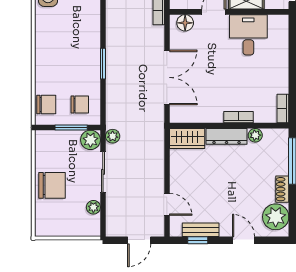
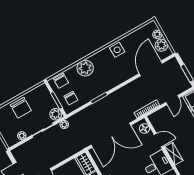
plant: (48, 59) -> (85, 68), added
double door: (167, 77) -> (111, 135), width x1.36

